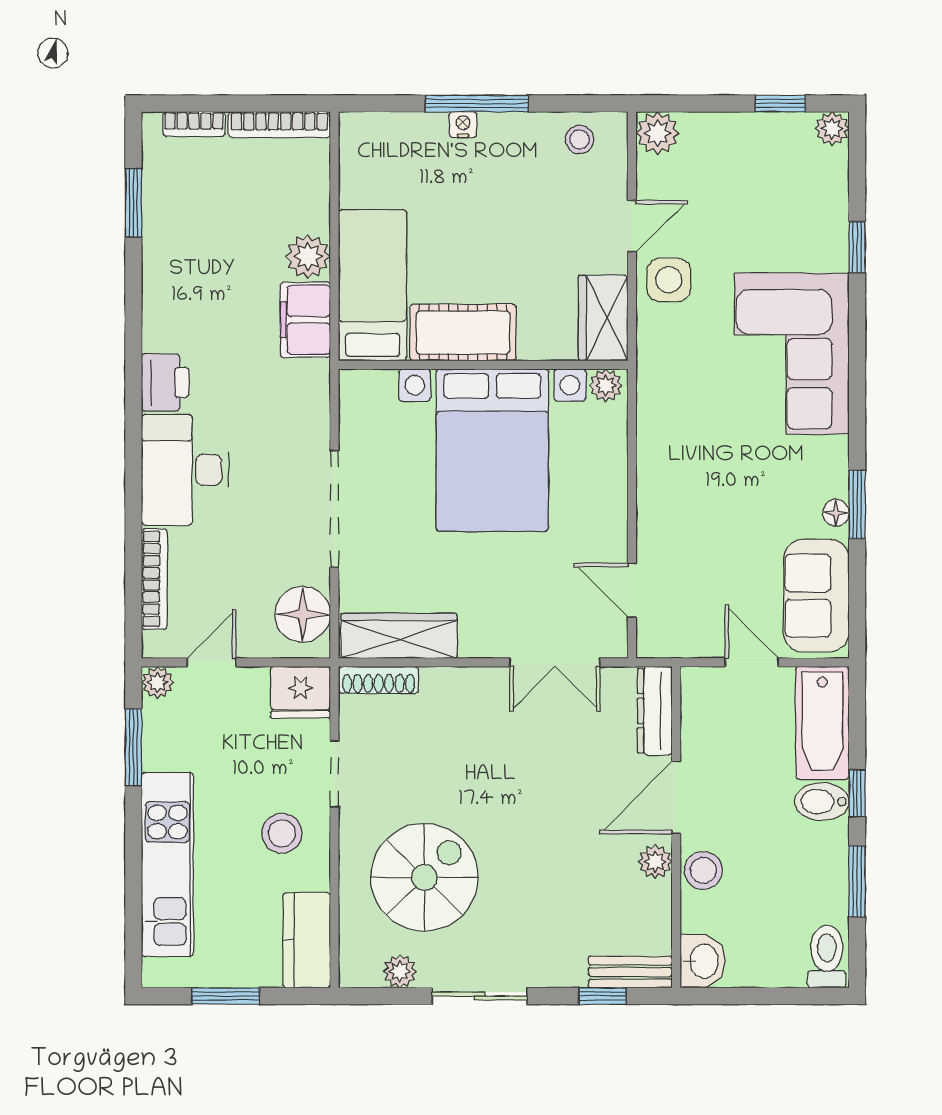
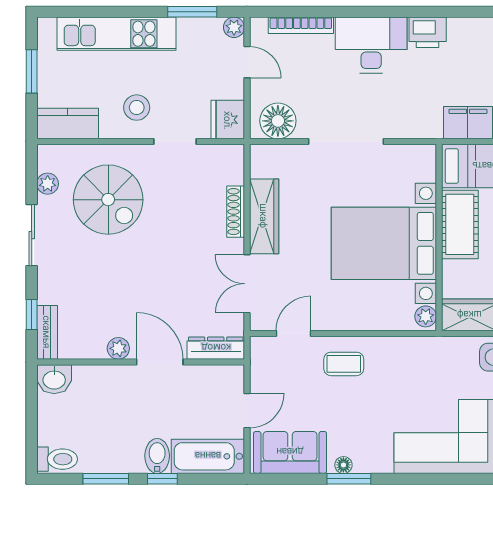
coffee table: (679, 512) -> (344, 364), added
wardrobe: (399, 636) -> (264, 216), moved
shoe rack: (379, 680) -> (236, 212), moved
stool: (703, 870) -> (113, 379), removed

